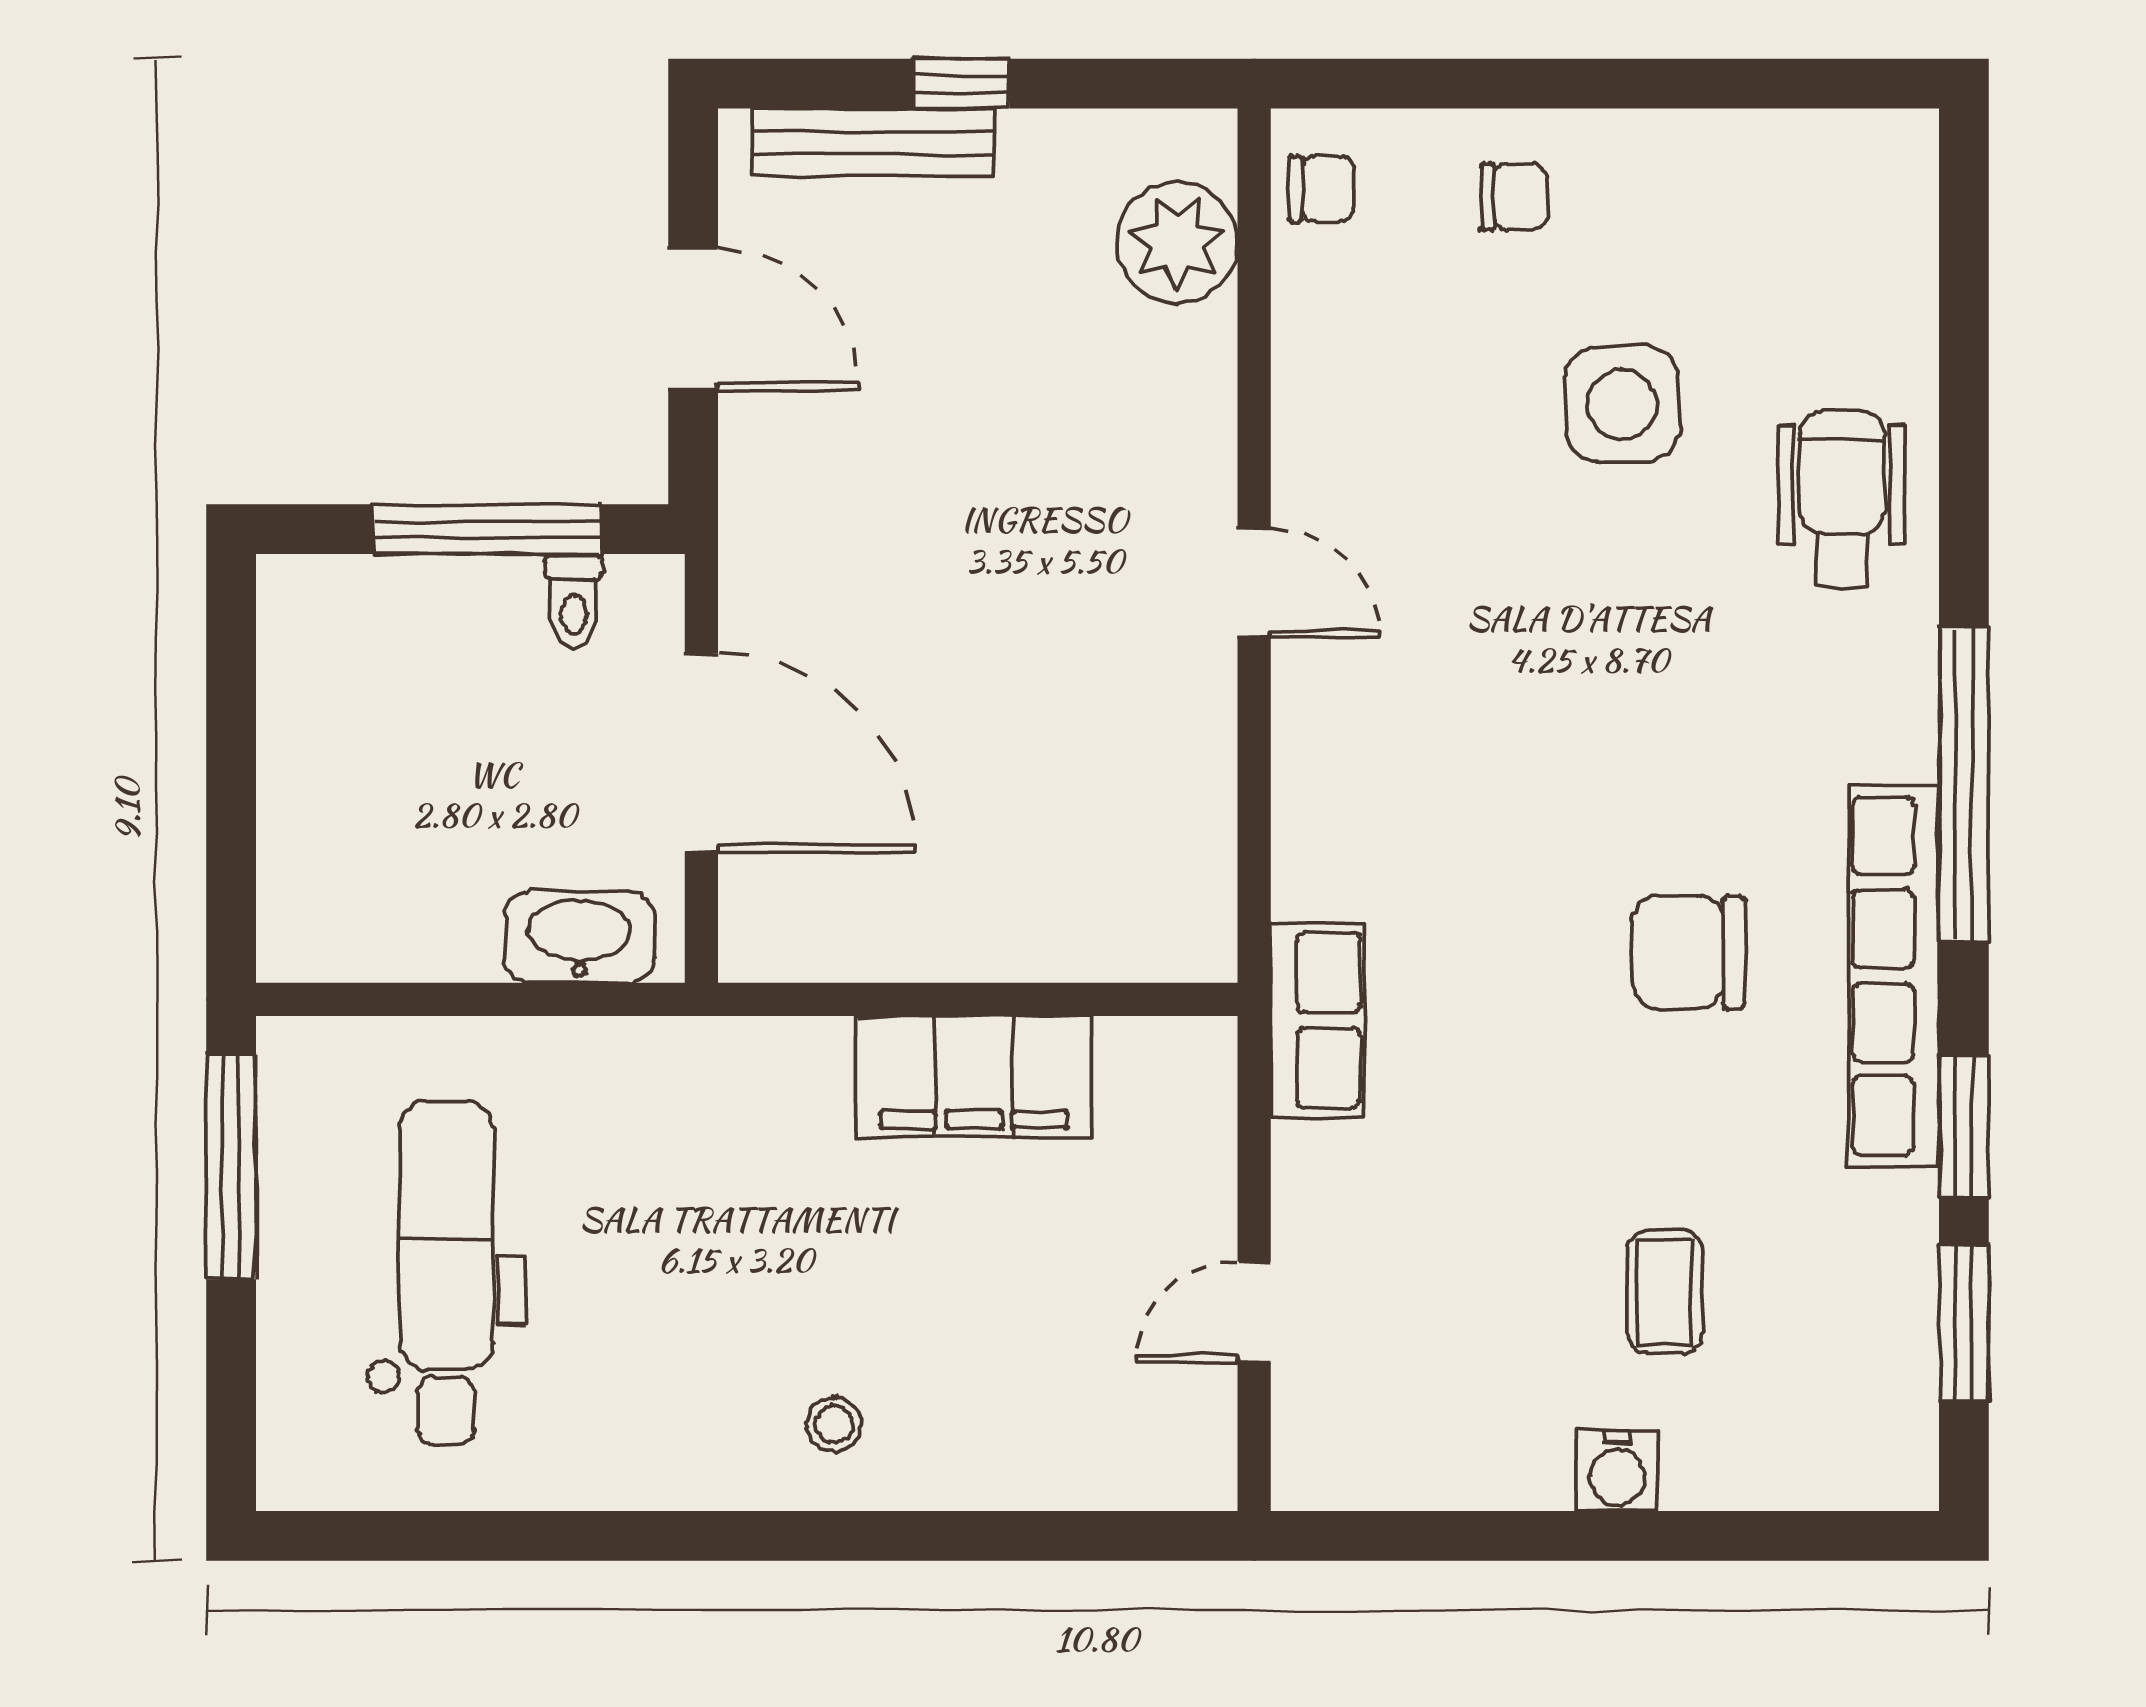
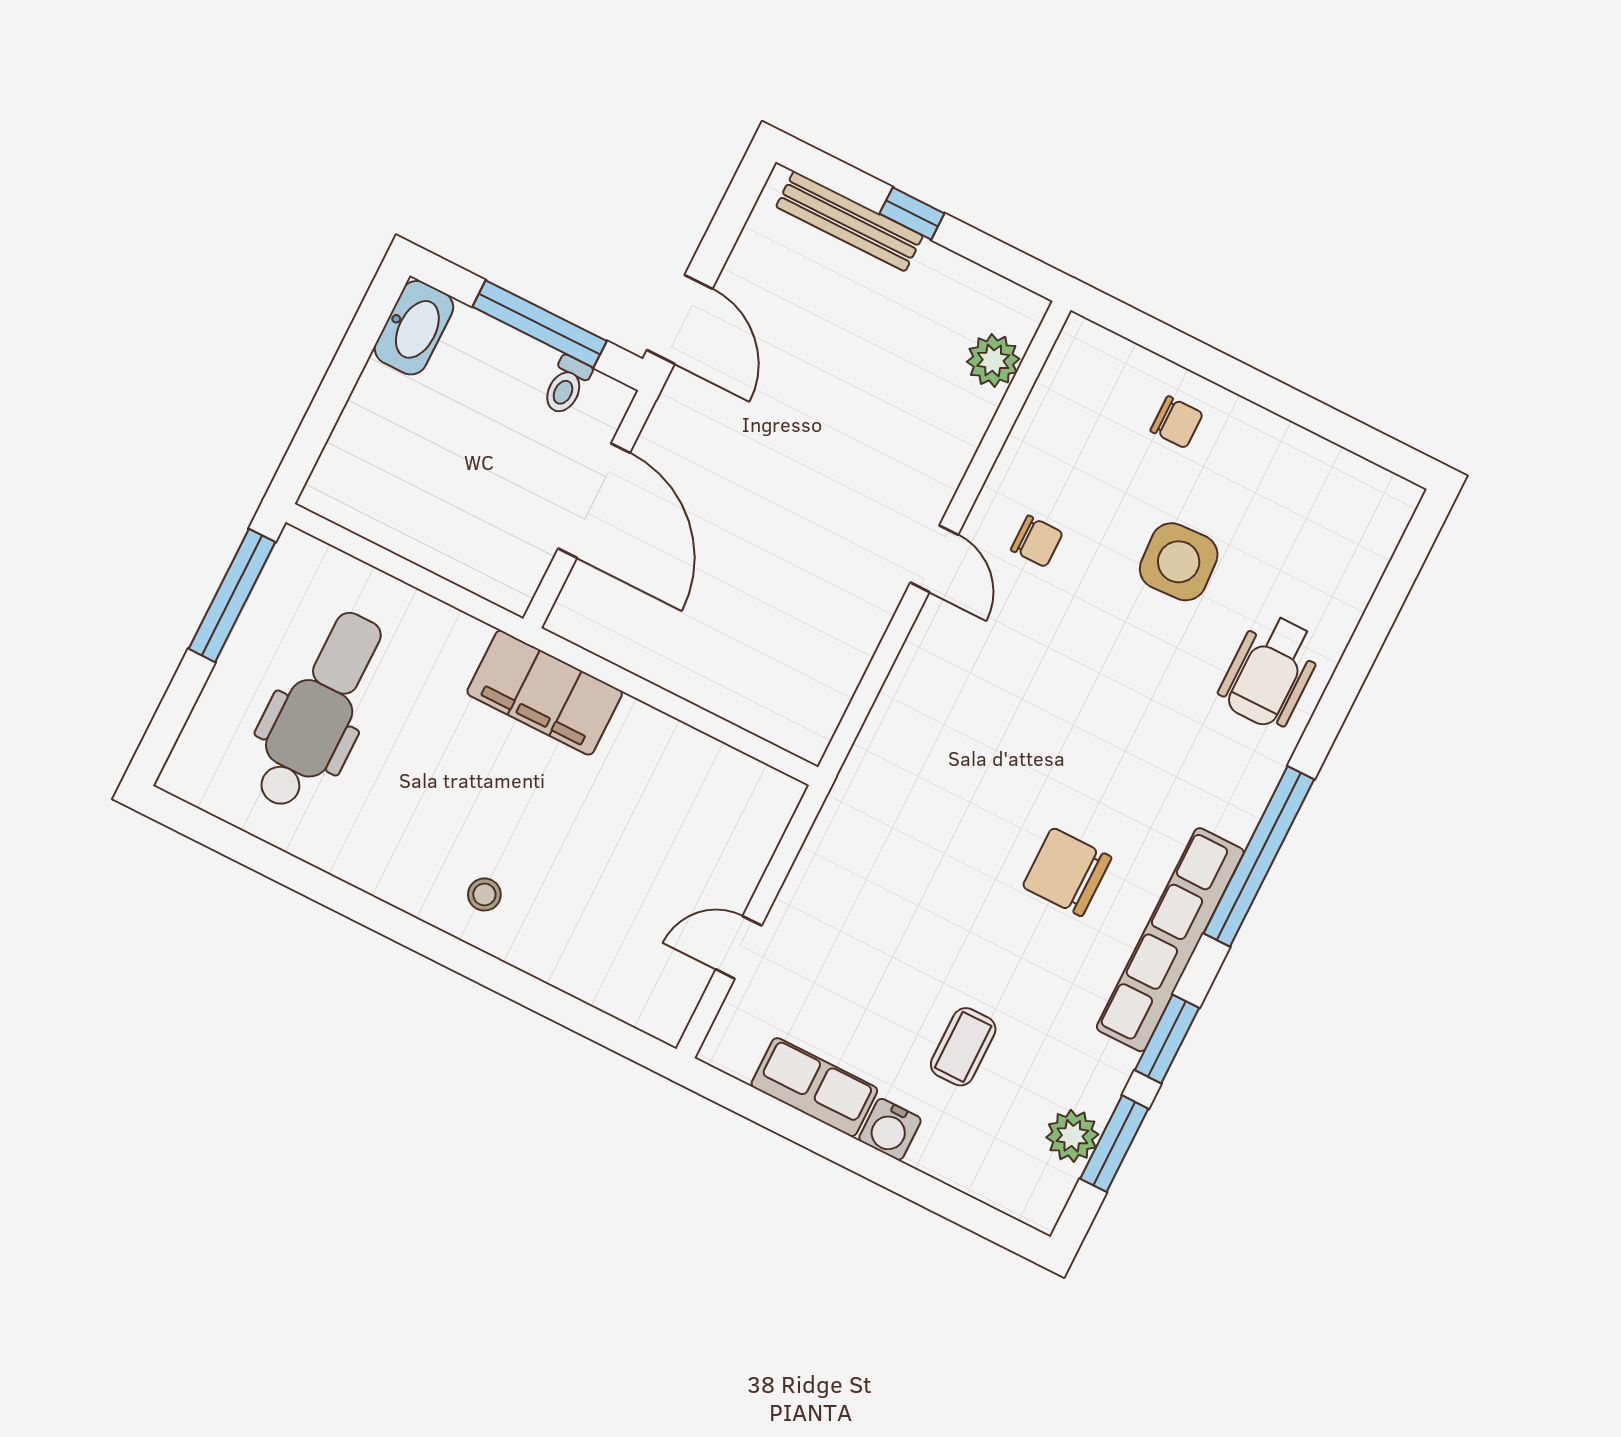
chair: (1322, 189) -> (1037, 541), moved
plant: (1177, 242) -> (993, 360), width x0.73, depth x0.73
door: (693, 319) -> (680, 319), moved
wheelchair: (1842, 499) -> (1270, 671), turned 180
washbasin: (579, 937) -> (414, 328), moved, turned 90
row of seats: (1317, 1020) -> (814, 1087), moved, turned -90
filing cabinet: (974, 1077) -> (545, 693), moved
plant: (1895, 1343) -> (1072, 1136), added

